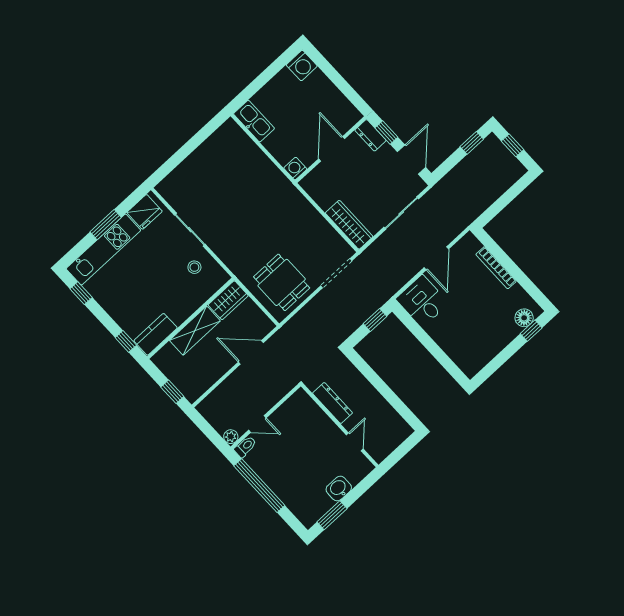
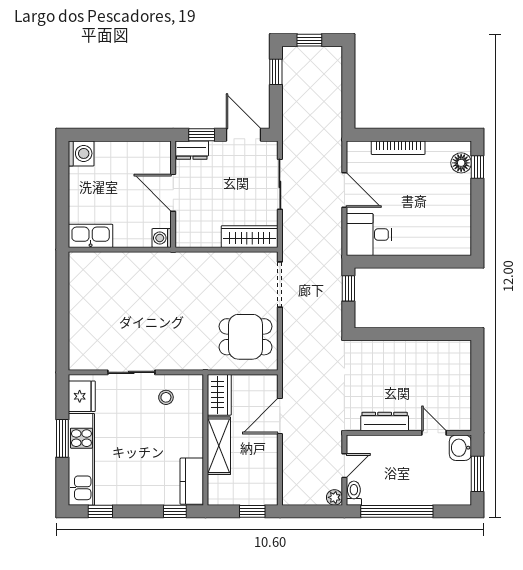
dresser: (332, 403) -> (385, 421), moved
wall: (340, 426) -> (409, 433), moved
door: (355, 442) -> (434, 433), moved

